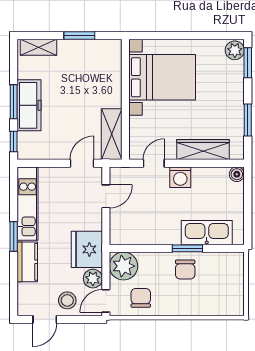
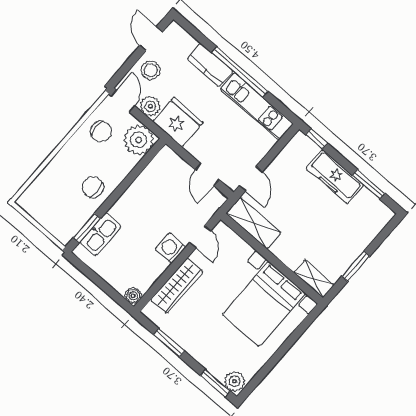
shelving: (38, 47) -> (314, 279), moved, turned 90
window: (14, 102) -> (369, 184), moved
kitchen sink: (207, 233) -> (100, 234), width x0.73, depth x0.81
window: (14, 237) -> (240, 72), width x2.11
window: (187, 248) -> (87, 228), moved

